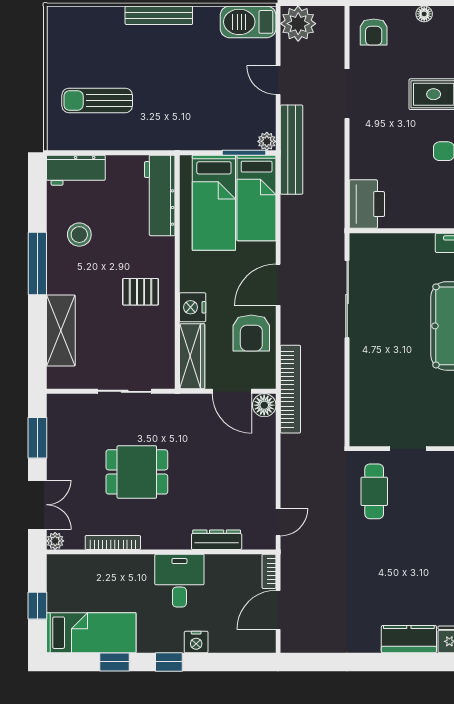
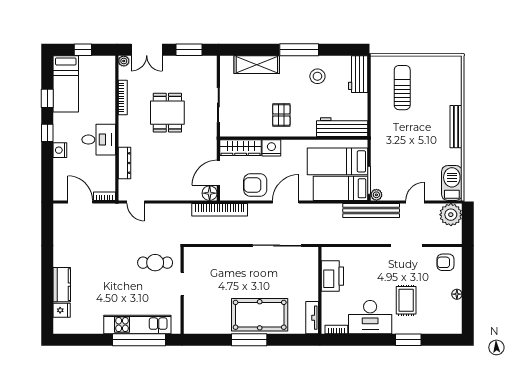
printer: (367, 204) -> (332, 276), moved, turned -90
door: (278, 285) -> (286, 202), hinge flipped

